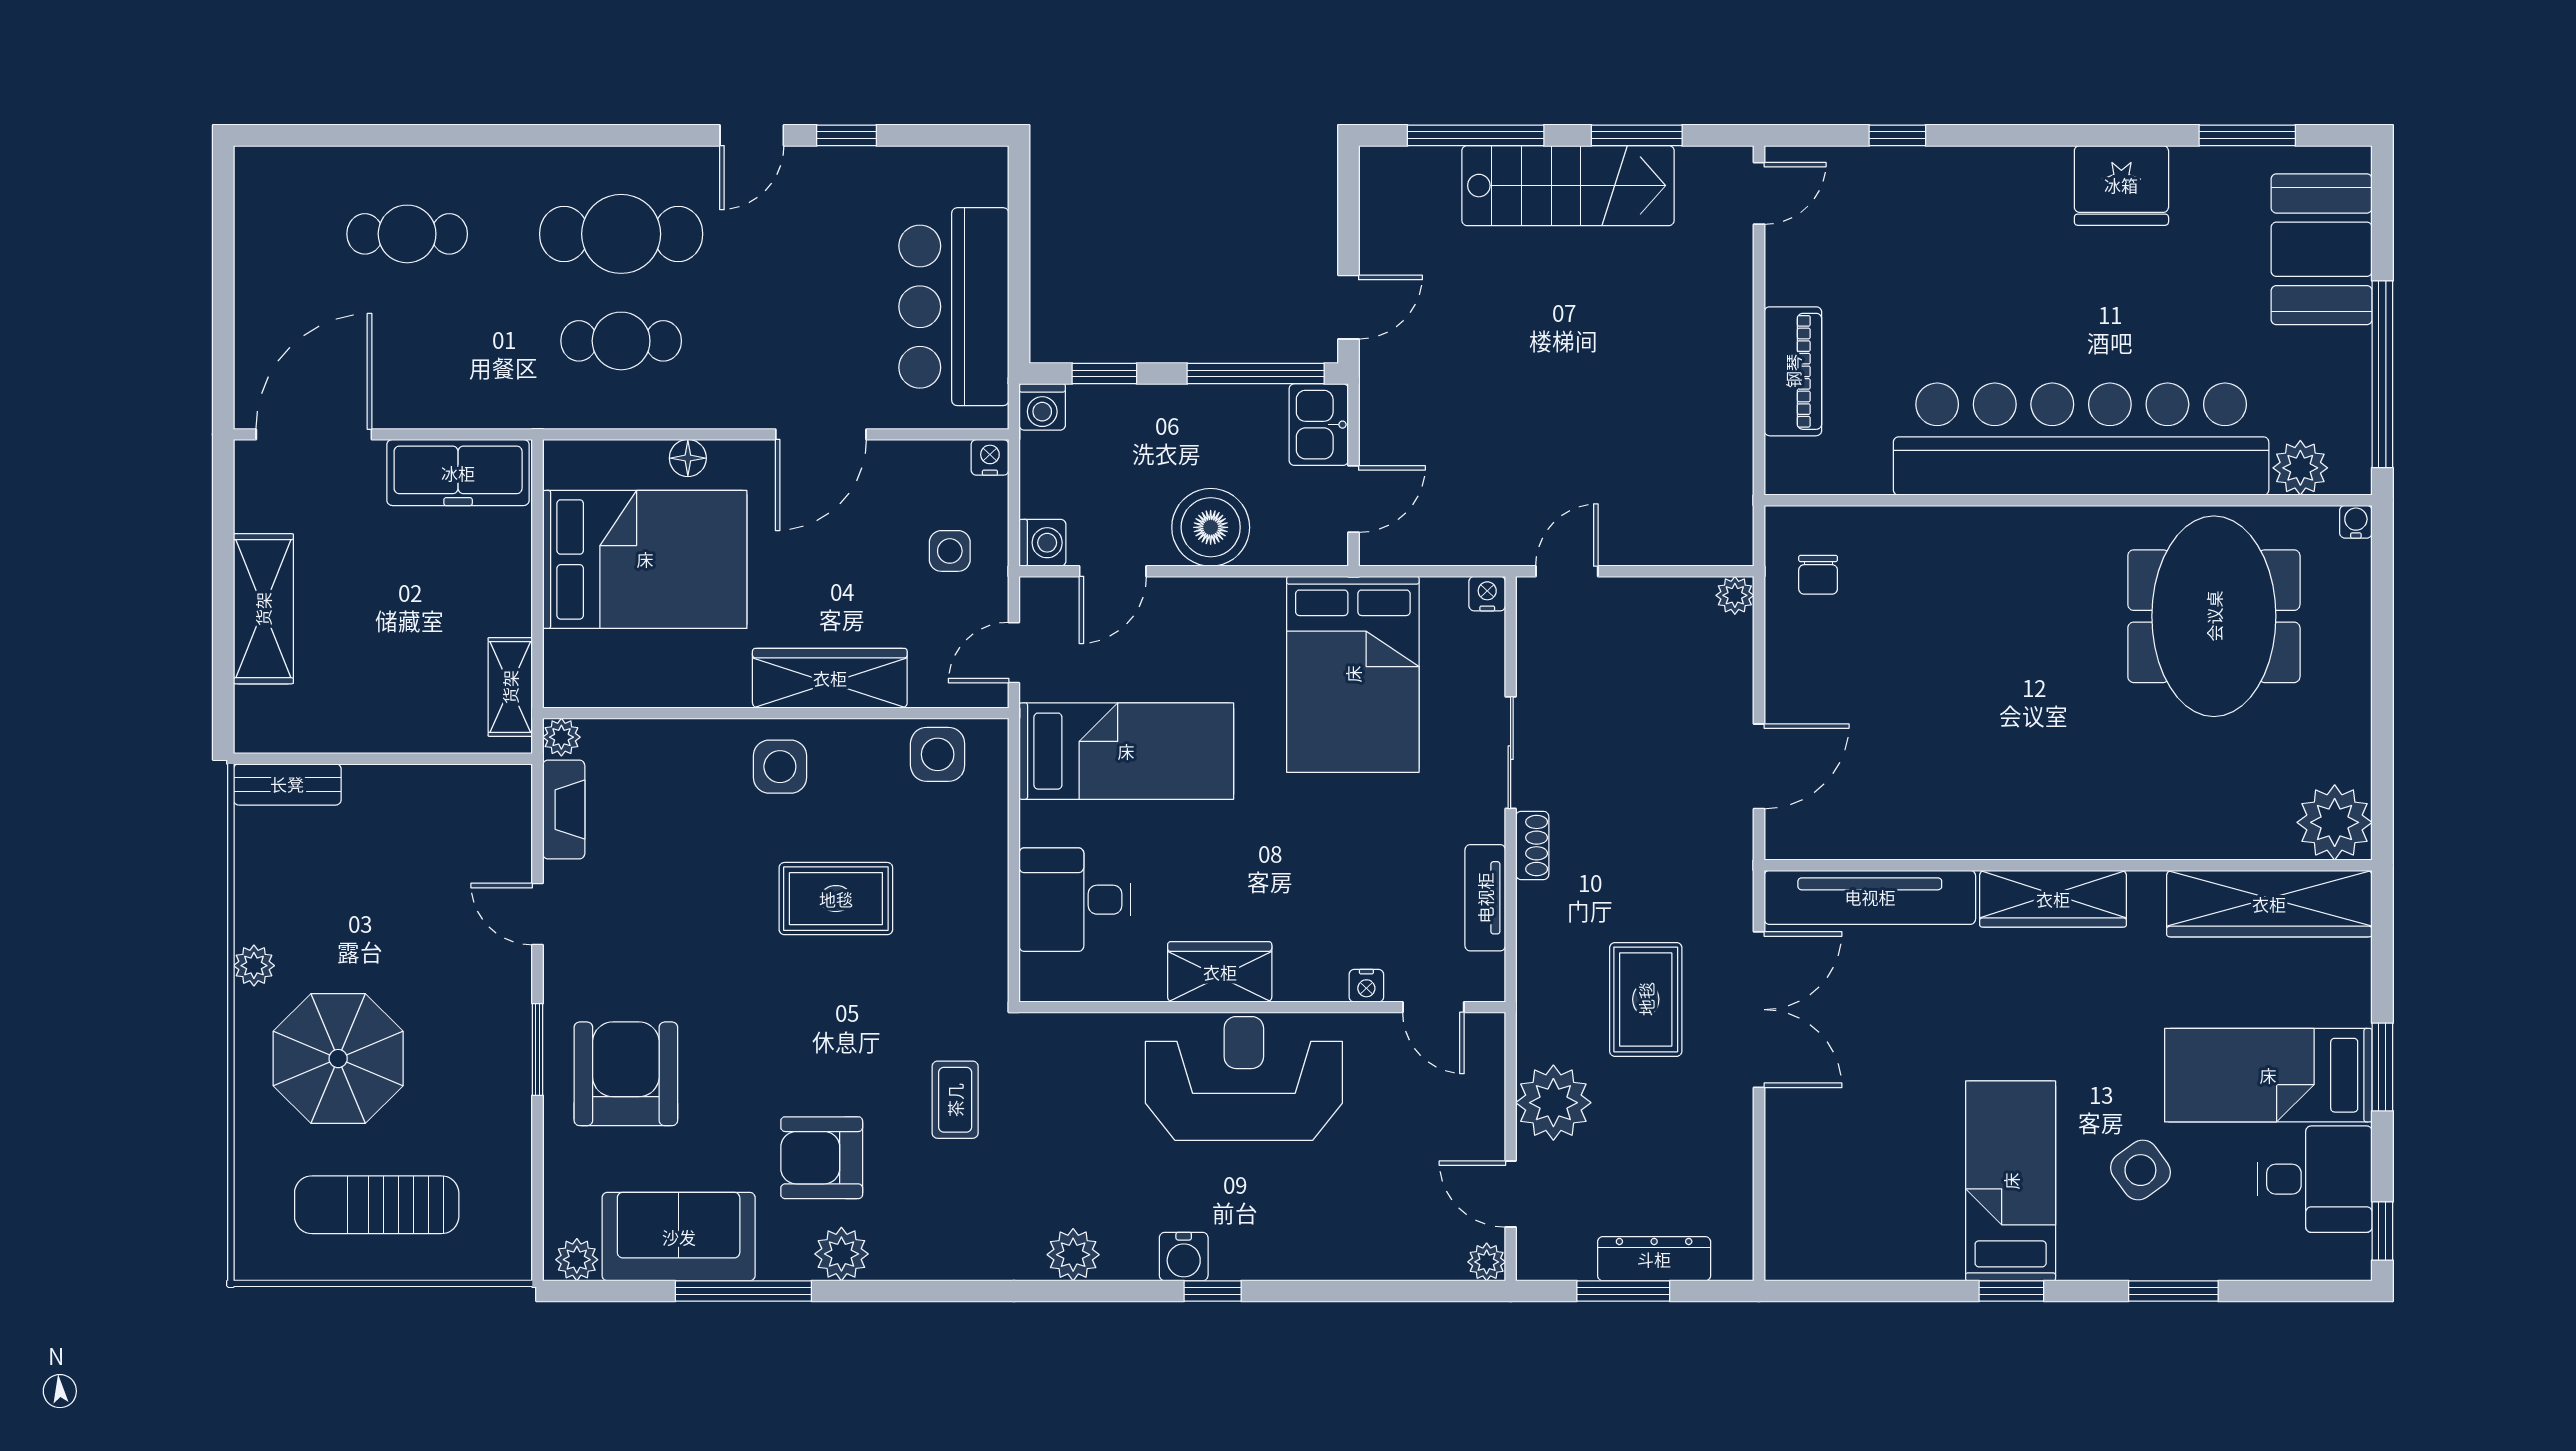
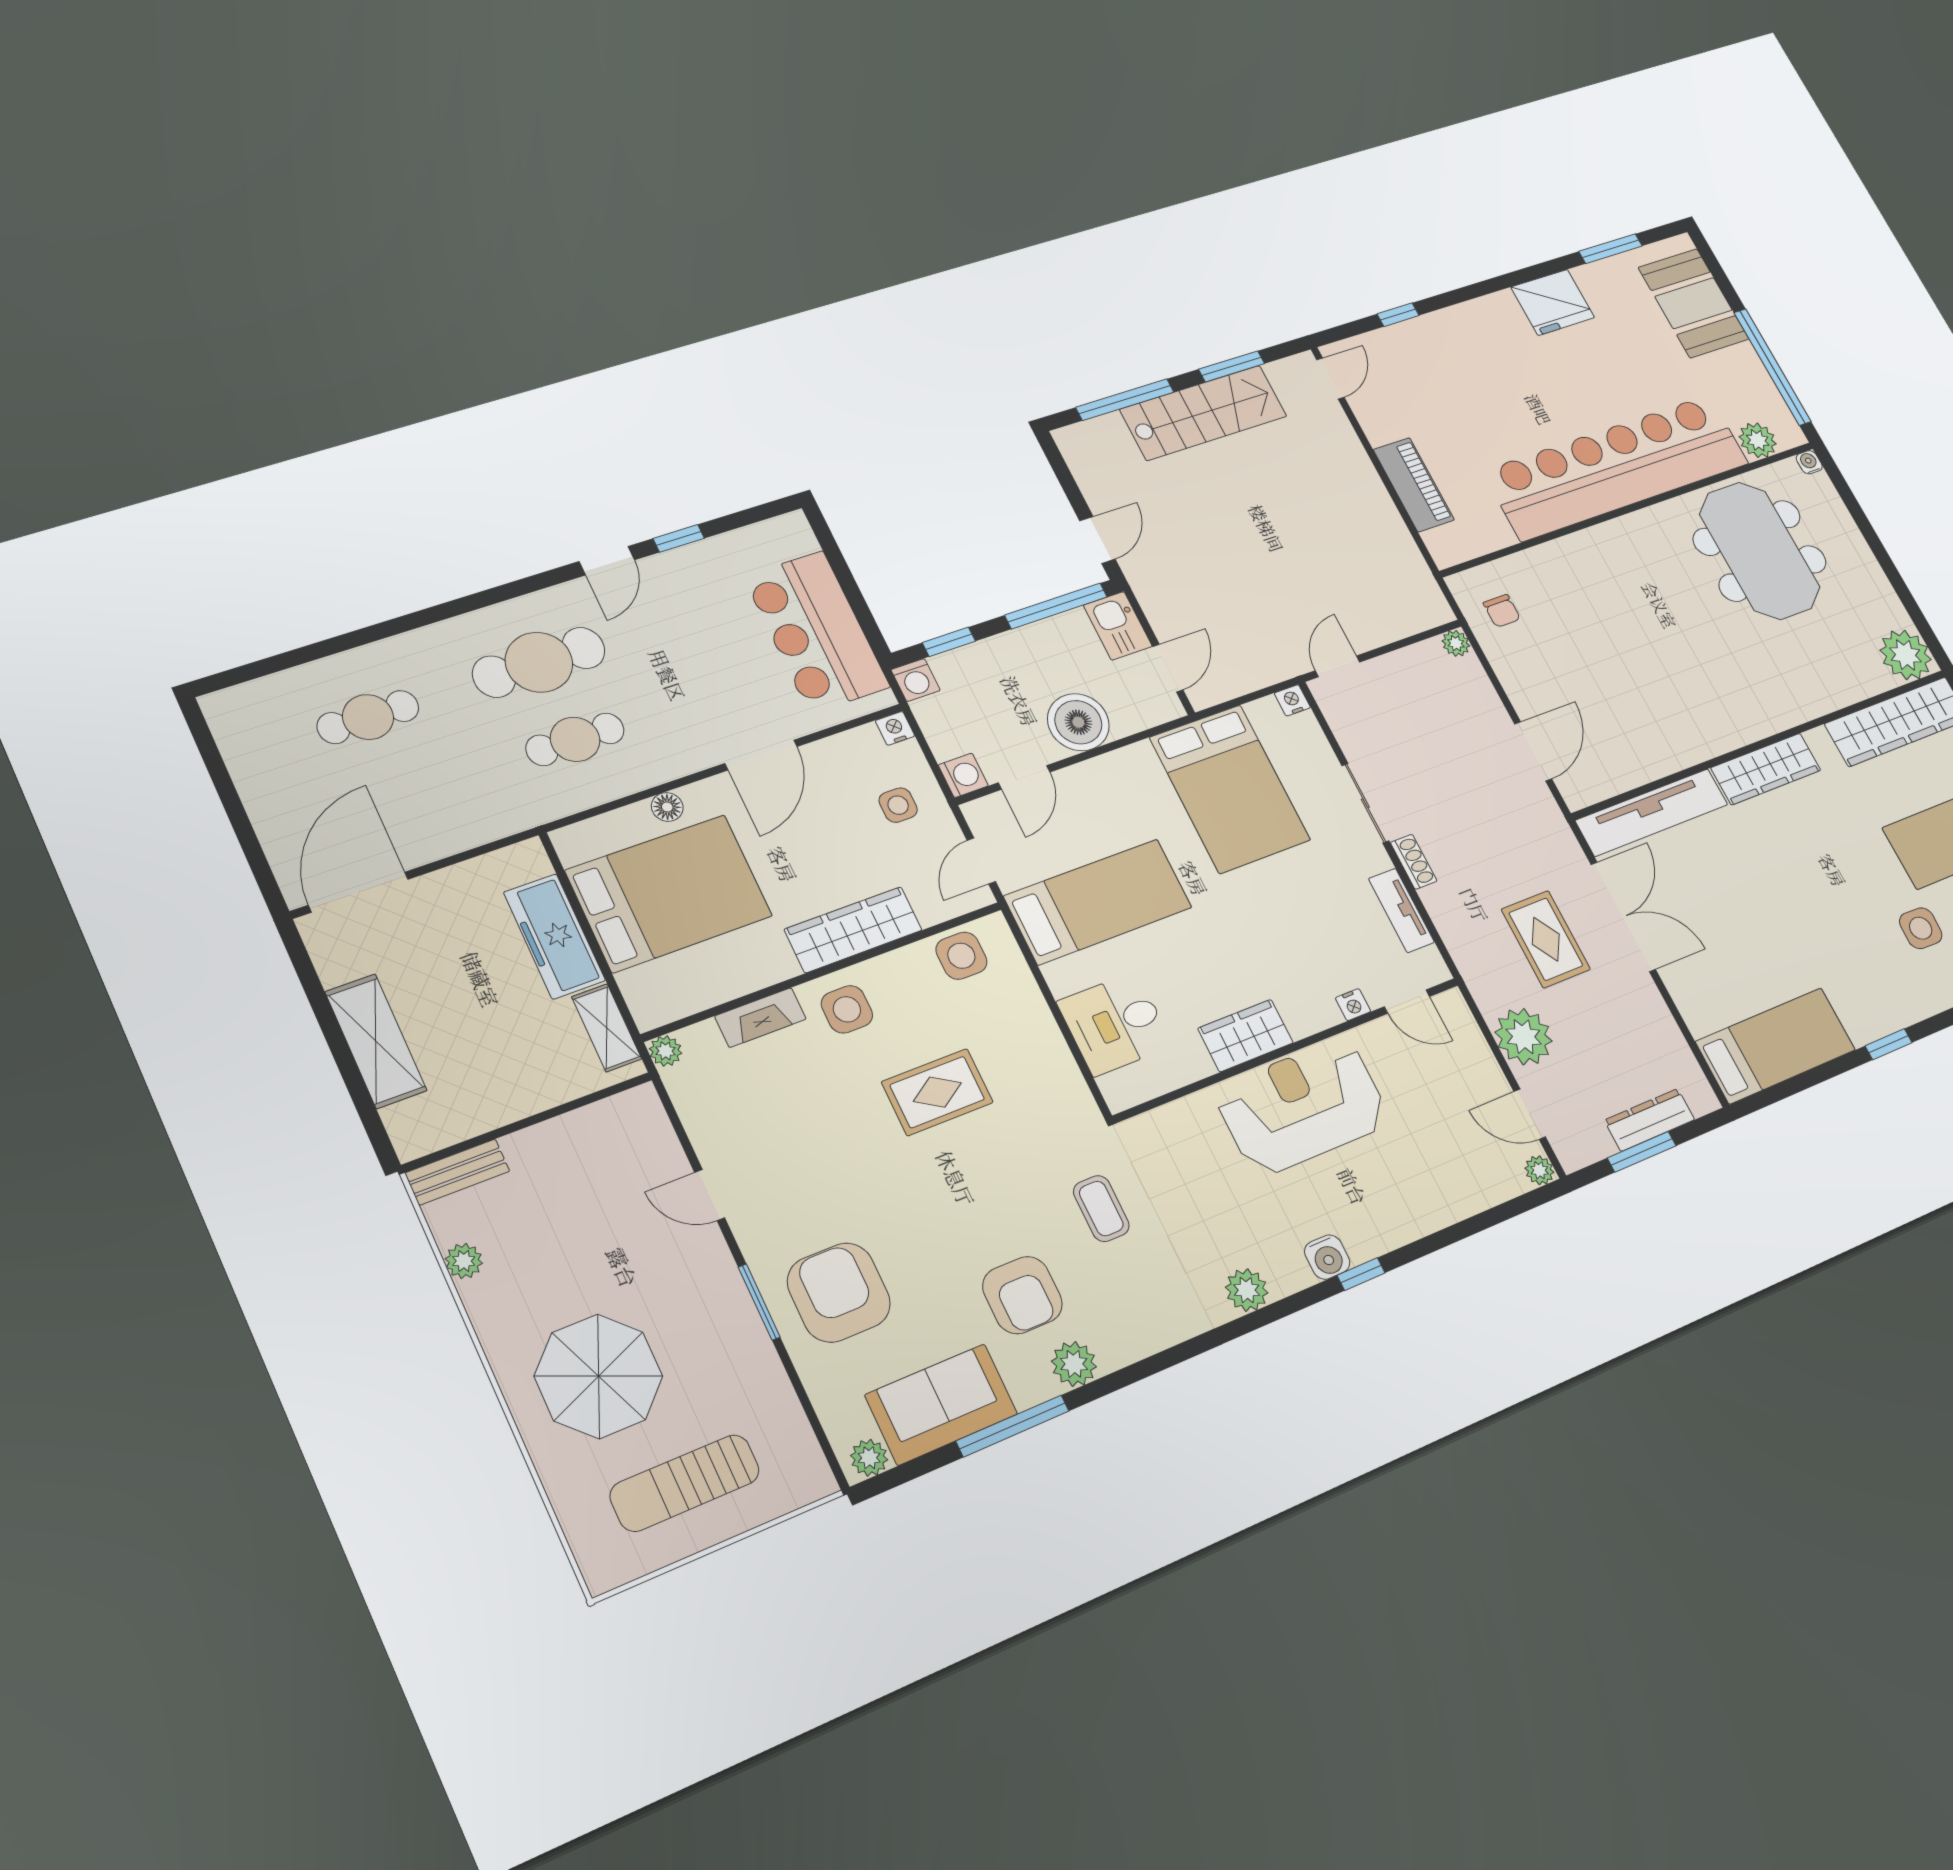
freezer: (458, 473) -> (554, 936), moved, turned 90
fireplace: (564, 810) -> (760, 1018), moved, turned 90
plant: (254, 966) -> (464, 1261), moved
armchair: (822, 1158) -> (1022, 1295), turned -90
side table: (2140, 1170) -> (1921, 928), turned 38
bed: (2011, 1181) -> (1776, 1046), moved, turned 90

